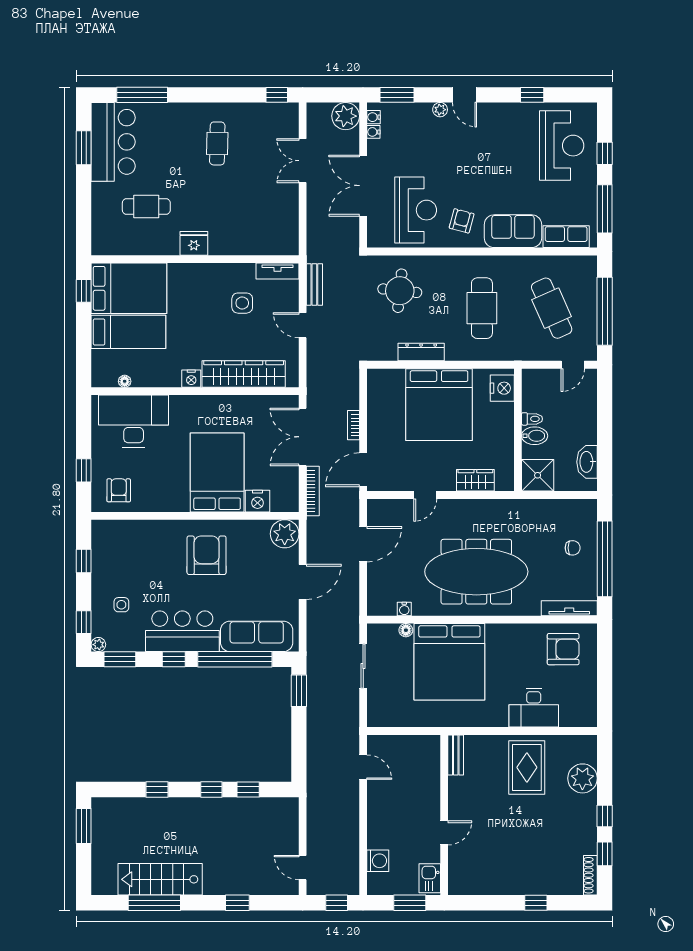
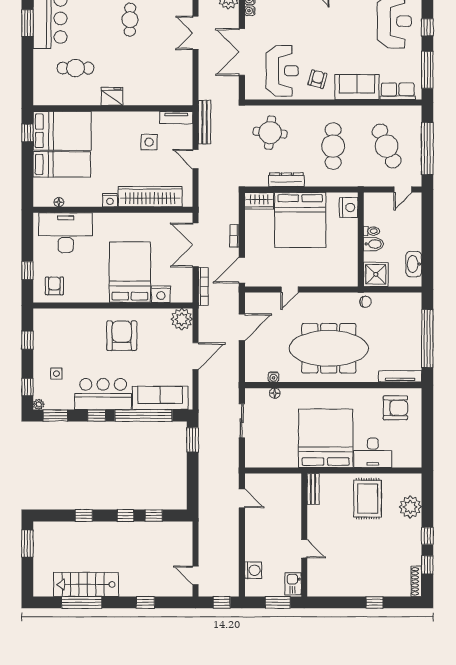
bench: (314, 285) -> (205, 122), width x1.36
wardrobe: (475, 480) -> (259, 201), moved, turned 180
chair: (573, 548) -> (365, 302), moved
bed: (449, 662) -> (326, 438), moved, turned 180
door: (444, 833) -> (304, 549), hinge flipped

